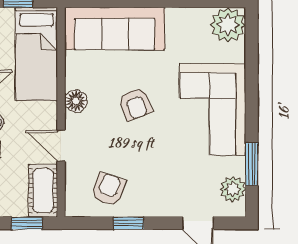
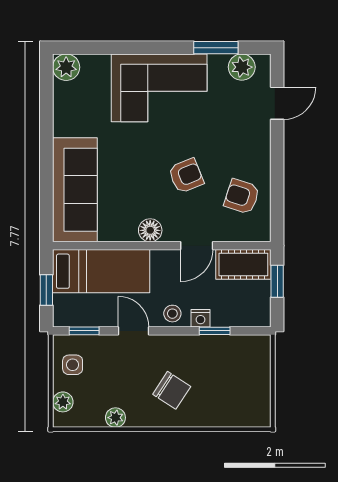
plant: (228, 25) -> (66, 67), width x0.73, depth x0.73
armchair: (135, 104) -> (186, 176), moved
window: (128, 223) -> (277, 176), removed

